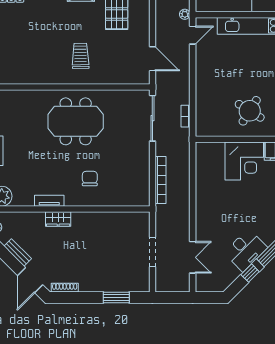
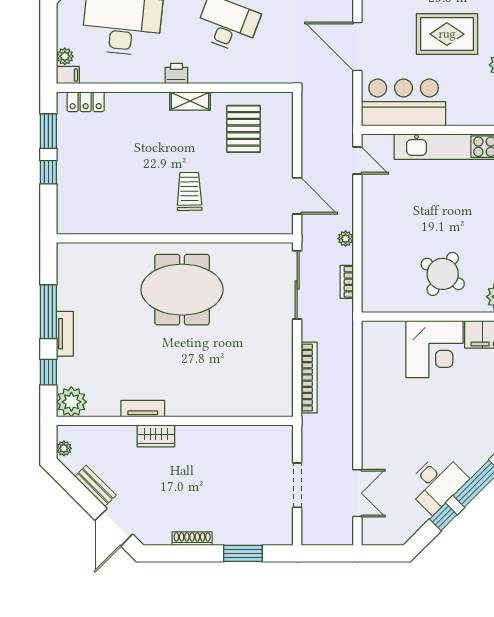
plant: (185, 14) -> (346, 239), moved
door: (193, 35) -> (357, 160), hinge flipped
chair: (90, 179) -> (203, 375), removed
shoe rack: (65, 288) -> (192, 539), moved

